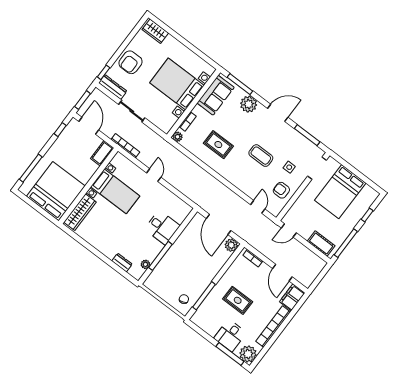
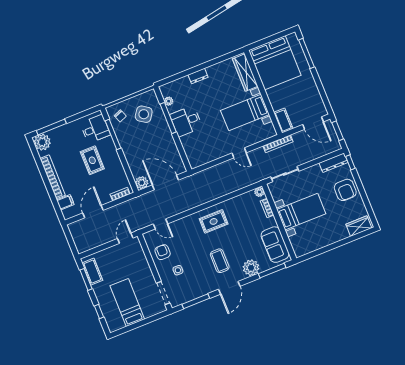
armchair: (131, 62) -> (345, 190), turned 180
bed with nightstands: (177, 84) -> (301, 212), width x0.73
sliding door: (132, 111) -> (285, 174), moved
window: (60, 130) -> (324, 97), removed
rug: (218, 145) -> (214, 221), moved
coffee table: (261, 156) -> (220, 261), moved, turned 90
armchair: (281, 190) -> (163, 252), turned -90
bed: (340, 192) -> (127, 303), width x0.67
desk: (162, 227) -> (186, 121), moved
window: (346, 243) -> (86, 279), width x0.69
cot: (321, 244) -> (92, 272), moved, turned 90
dresser: (122, 263) -> (198, 76), moved
door: (282, 273) -> (93, 212), hinge flipped
side table: (170, 279) -> (144, 114), added
filing cabinet: (292, 297) -> (65, 202), width x0.50
rug: (238, 300) -> (92, 160), turned 90
desk: (230, 336) -> (95, 129), moved, turned 90

